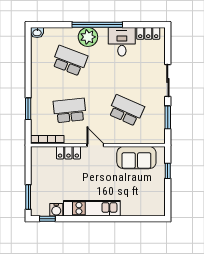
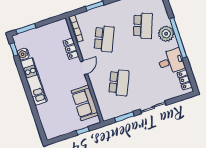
school desk: (70, 110) -> (104, 39), turned 30

